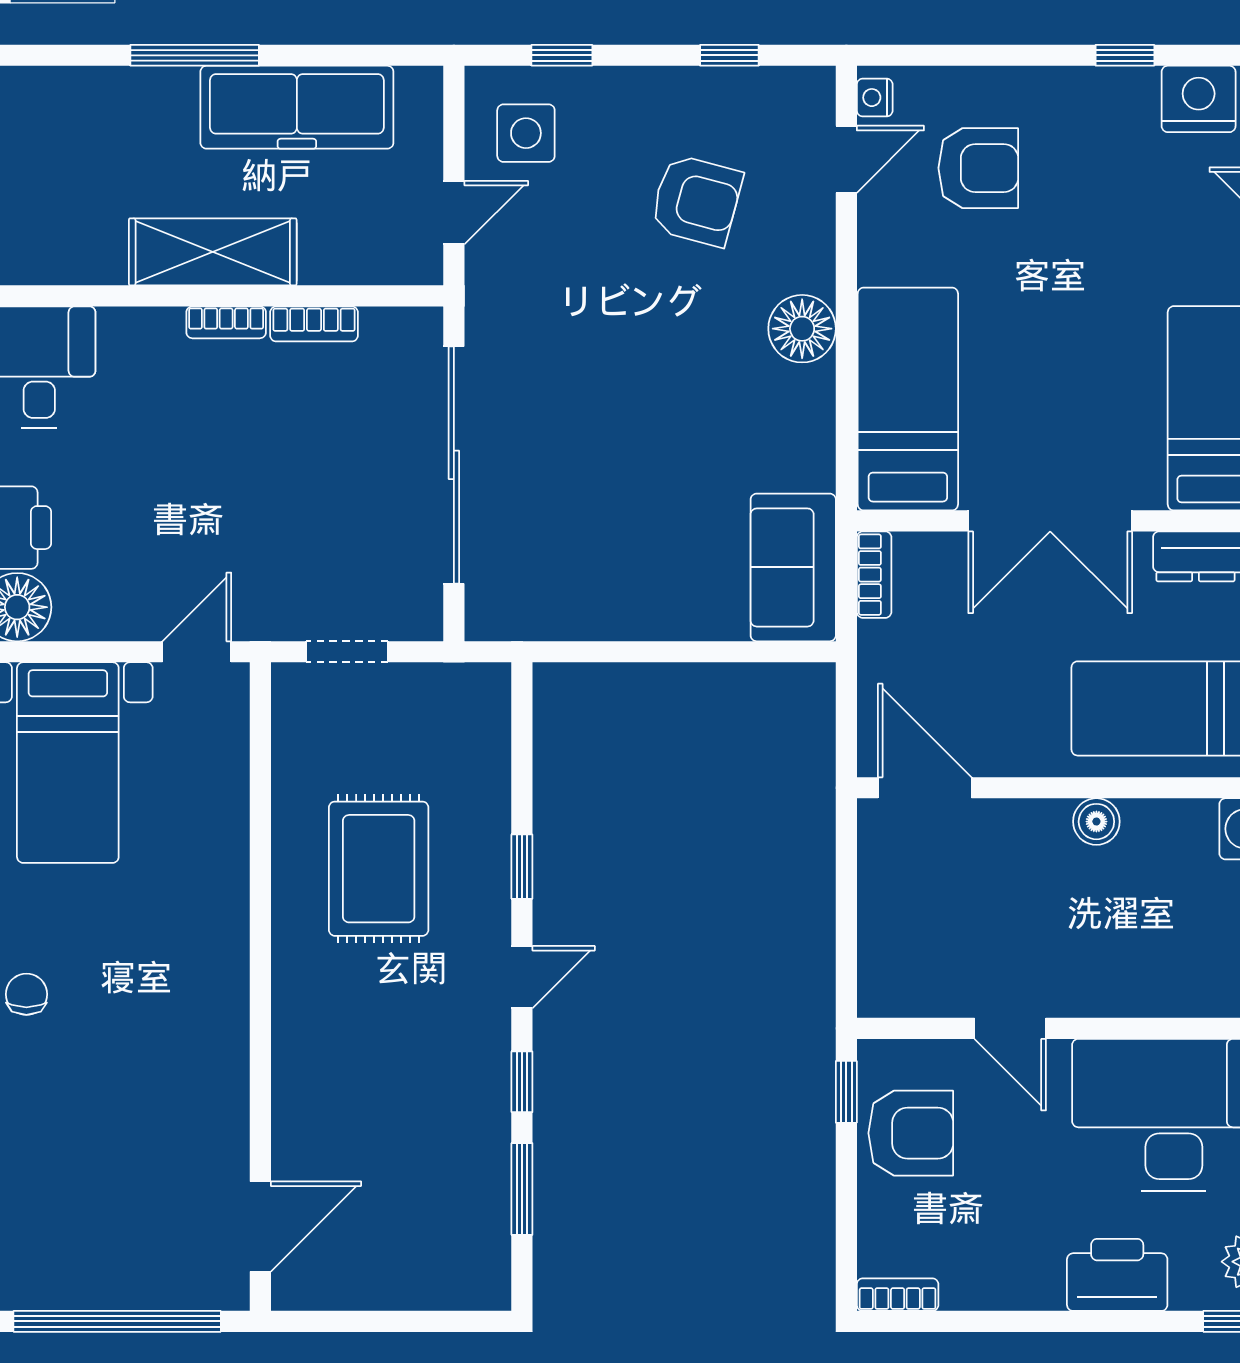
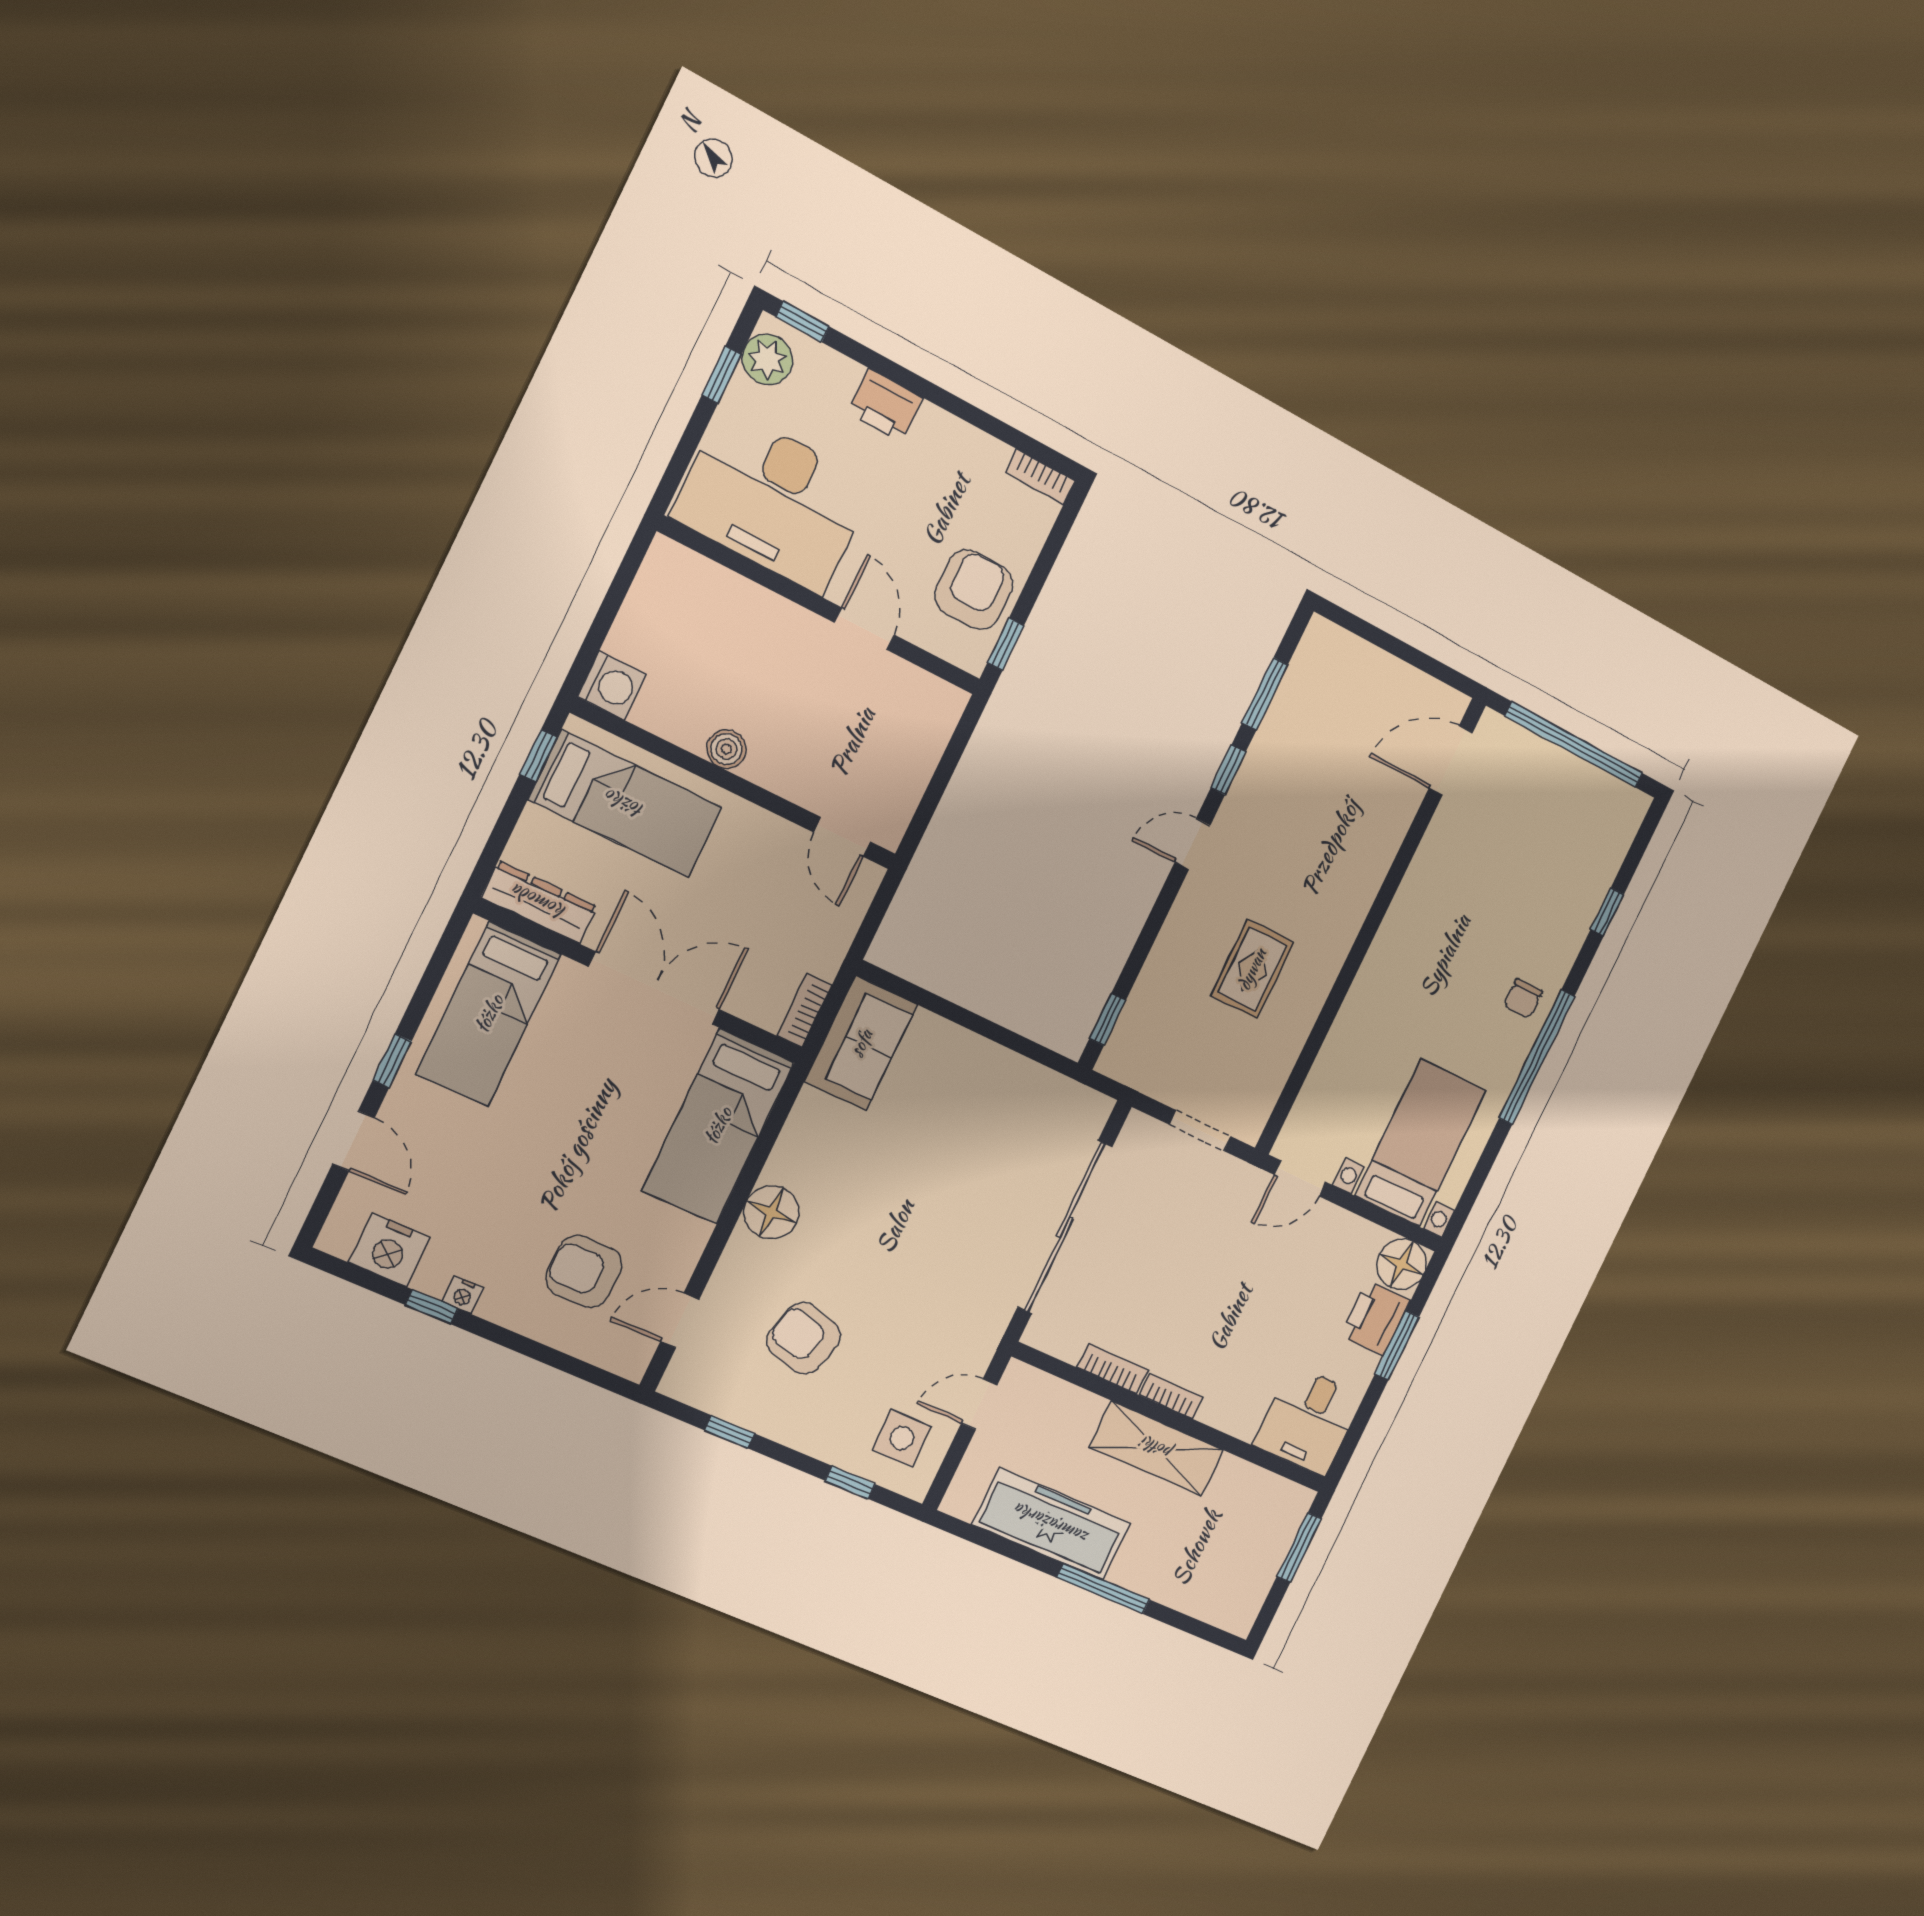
nightstand: (875, 98) -> (463, 1295), moved, turned 90
door: (925, 788) -> (842, 837), width x0.73
window: (522, 867) -> (1108, 1019), moved
rug: (379, 869) -> (1252, 969), width x0.73, depth x0.70
armchair: (911, 1133) -> (974, 590), turned 90
printer: (1117, 1275) -> (885, 405), width x0.73, depth x0.84

